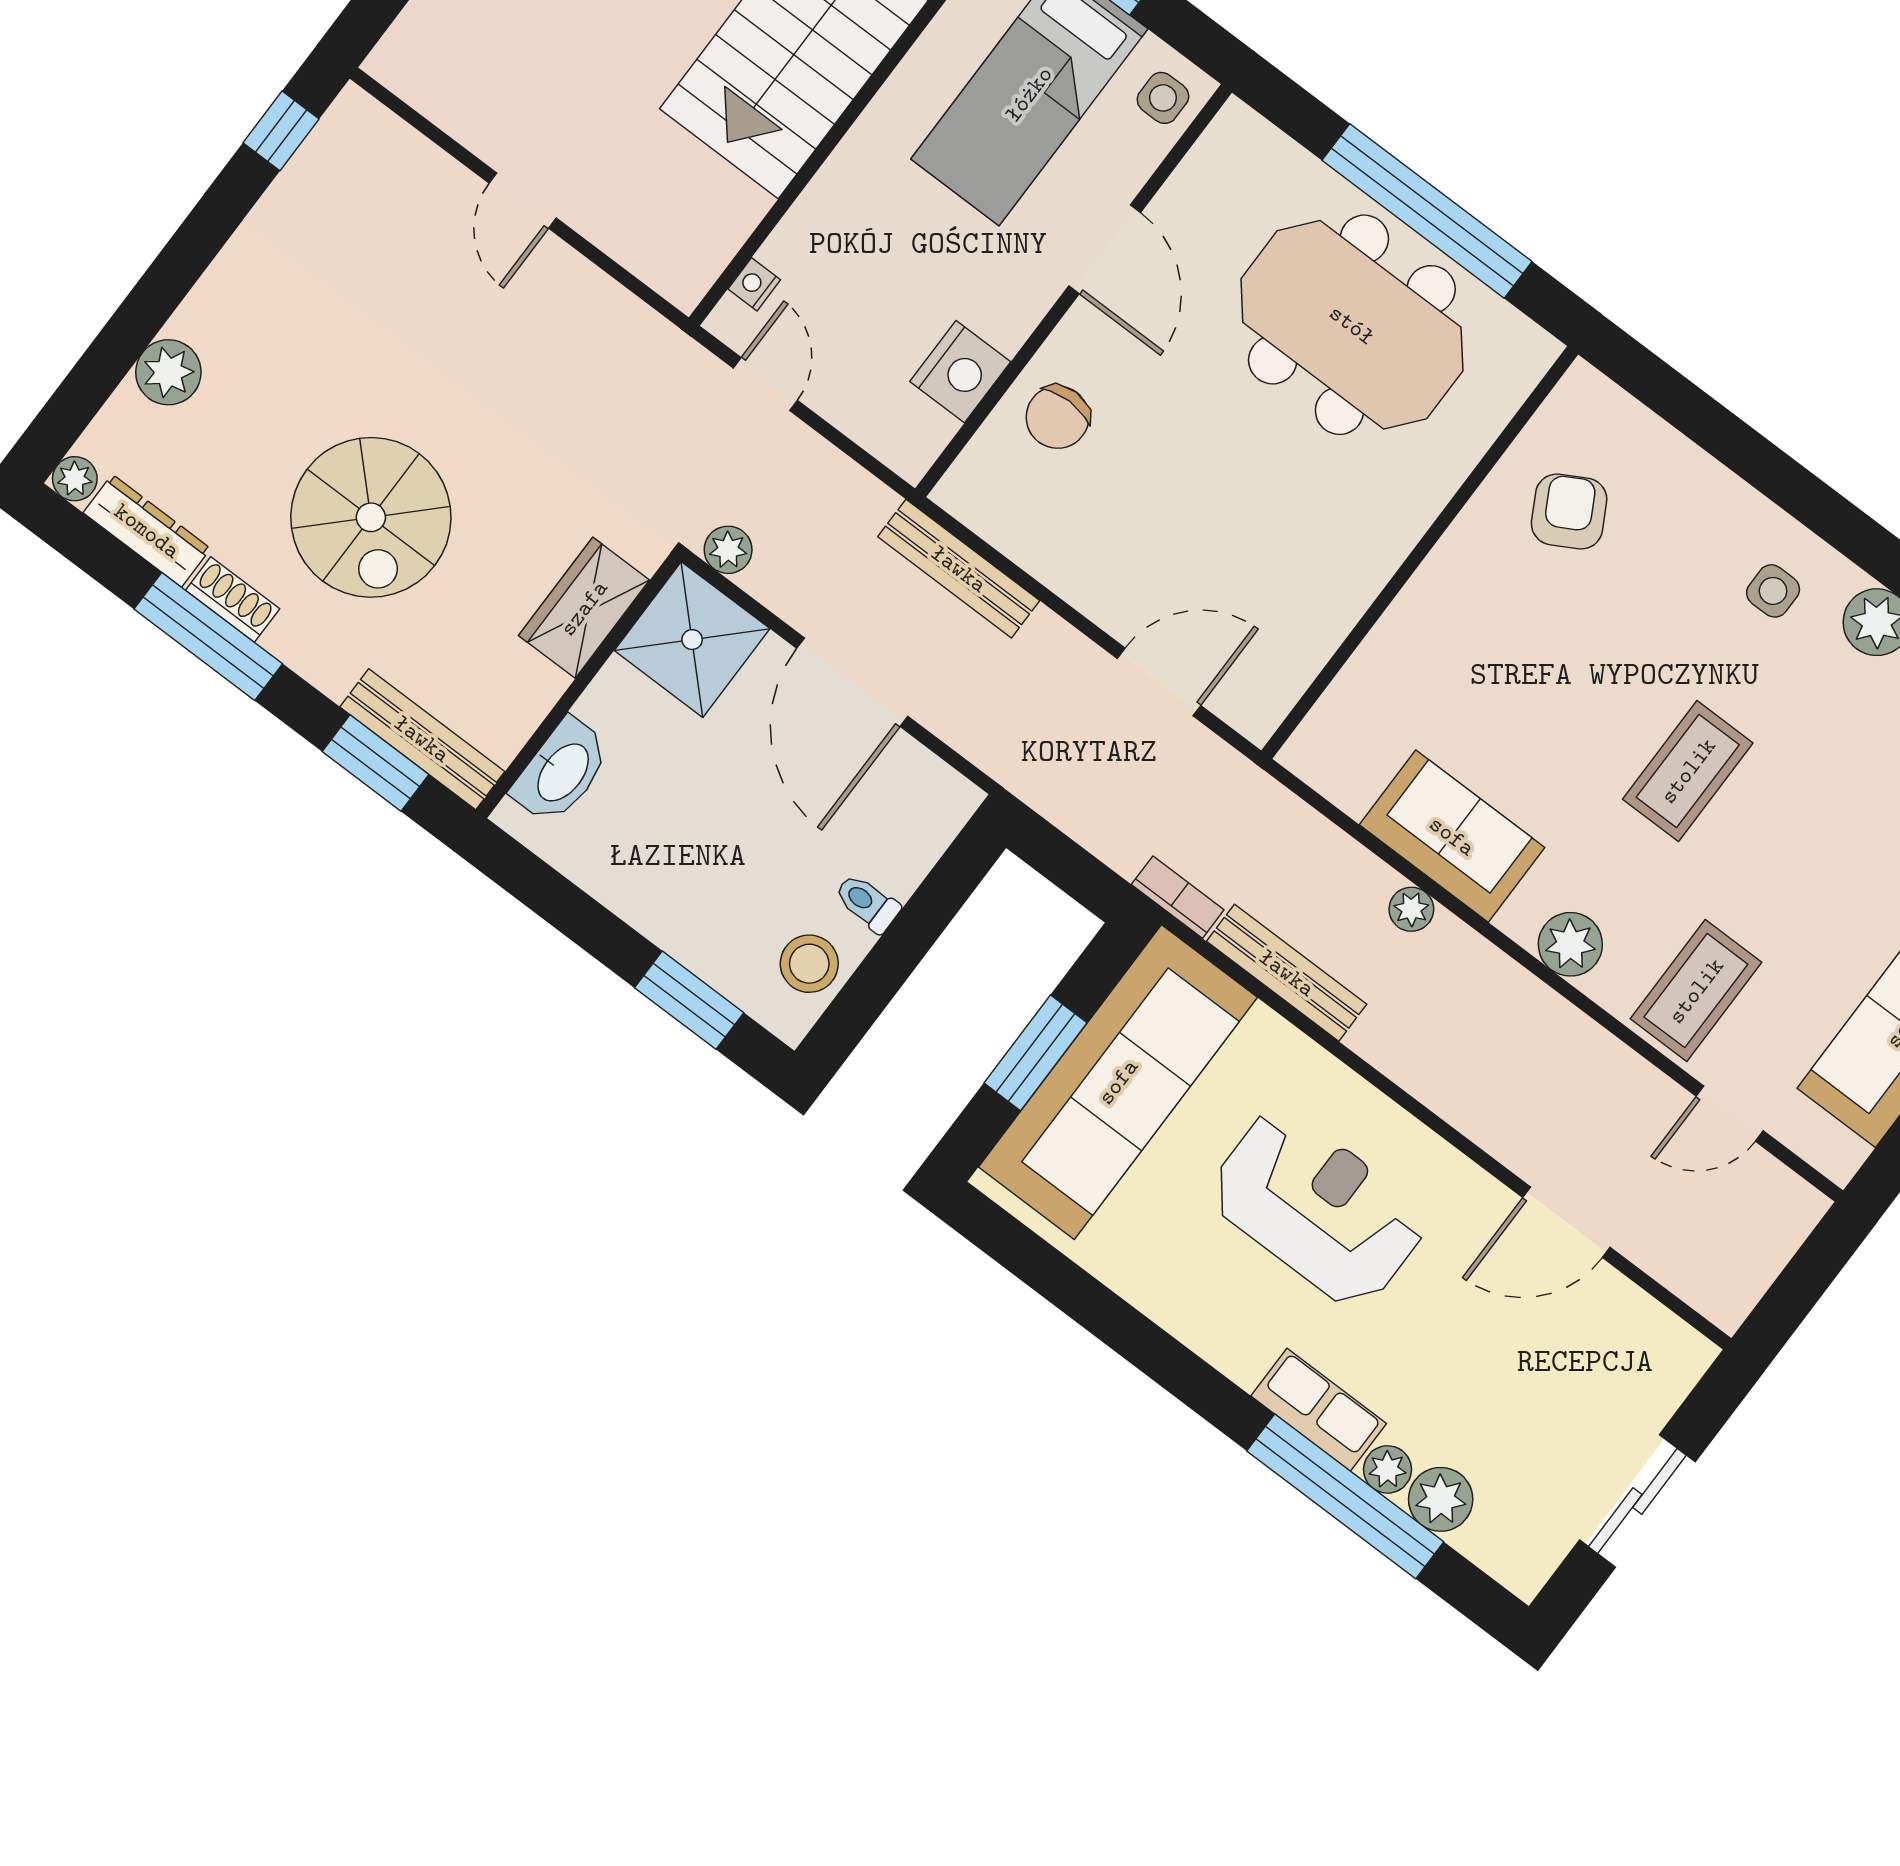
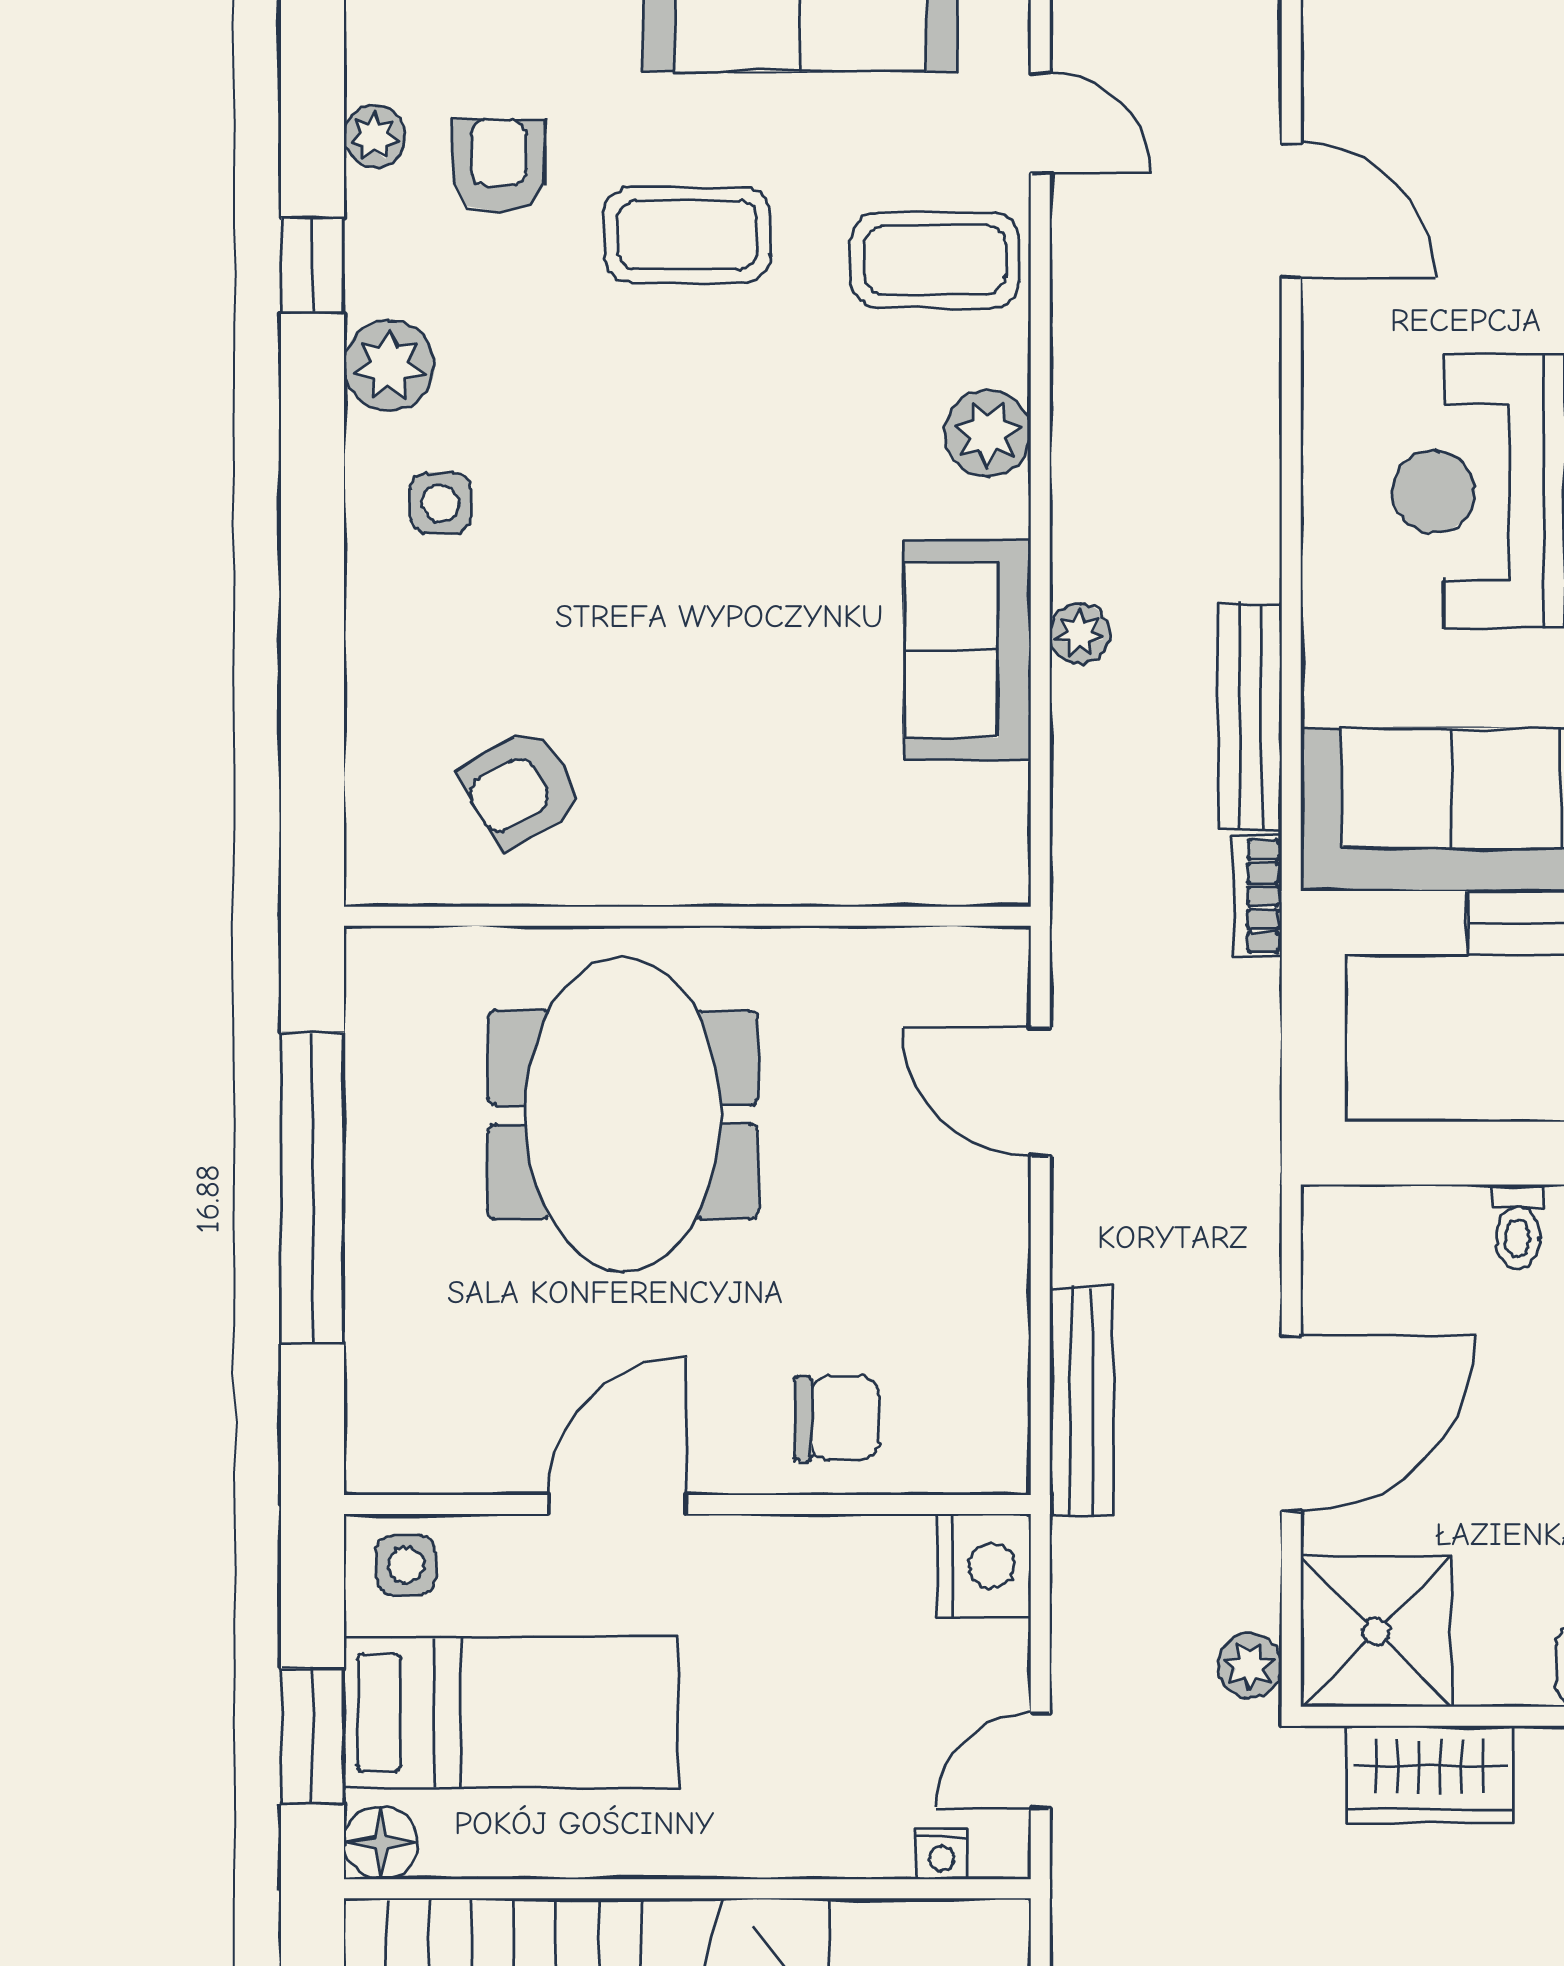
meeting table: (1352, 325) -> (623, 1115), moved
nightstand: (960, 372) -> (984, 1566), moved, turned 90
coffee table: (1688, 771) -> (687, 235), moved

